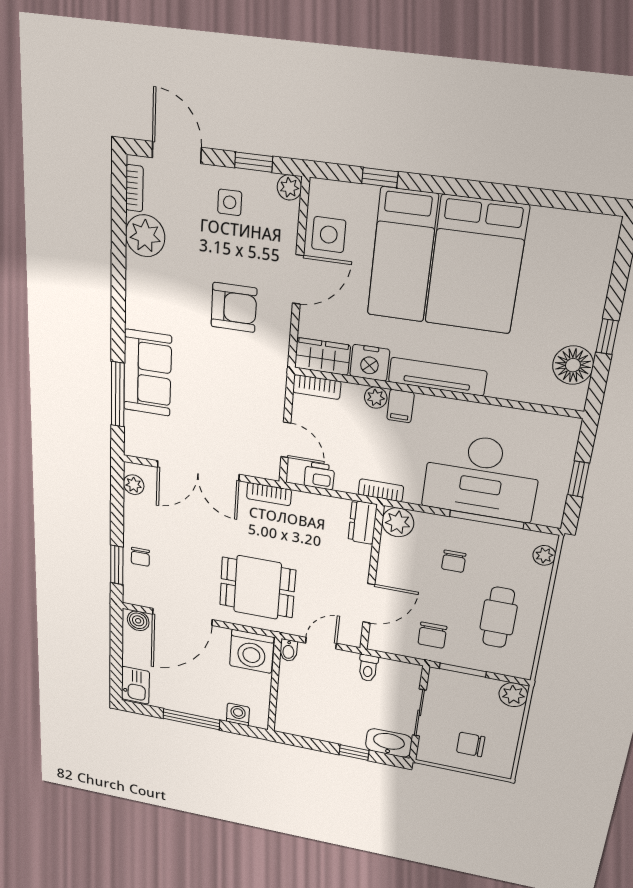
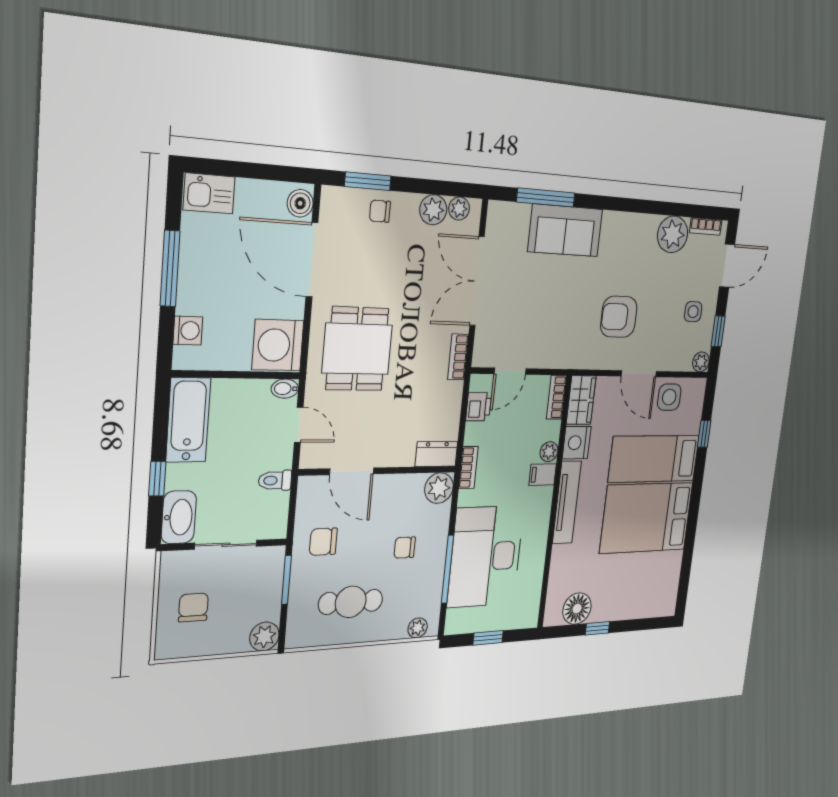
armchair: (234, 307) -> (619, 317), turned 90
plant: (136, 509) -> (433, 210), added
bathtub: (309, 724) -> (188, 420), added

